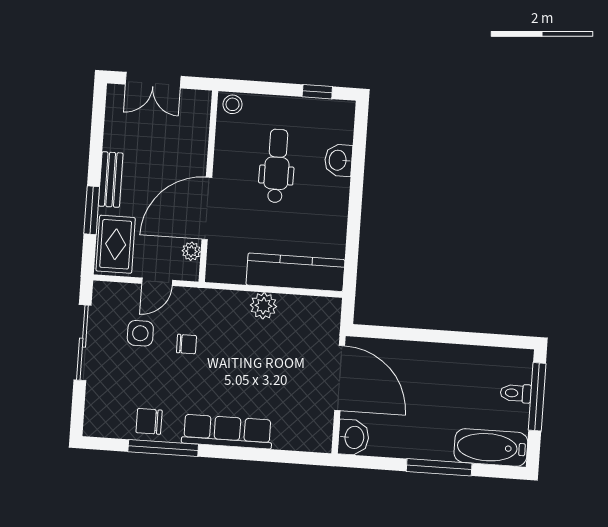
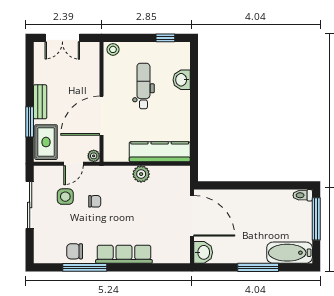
plant: (191, 251) -> (94, 156), moved
toilet: (516, 393) -> (303, 195), moved

